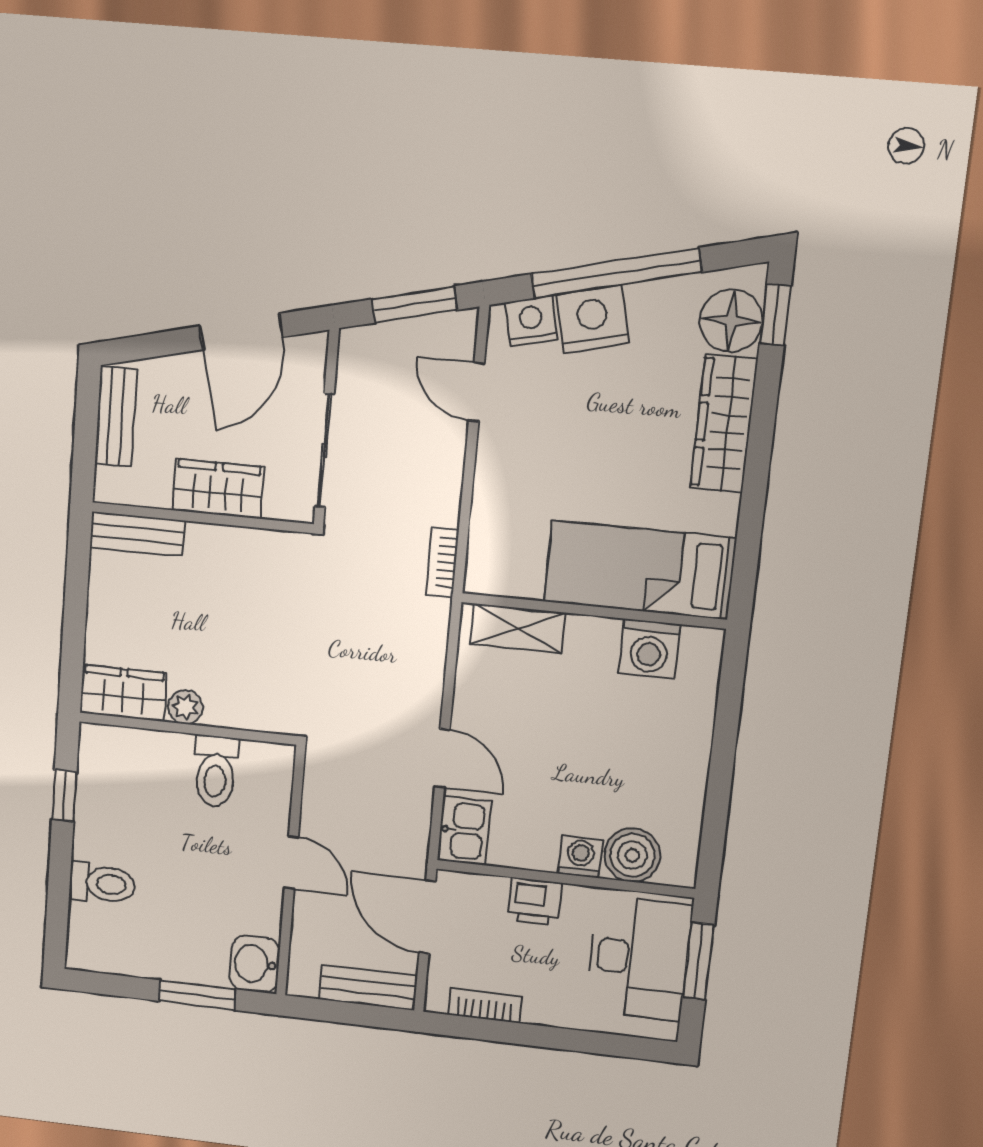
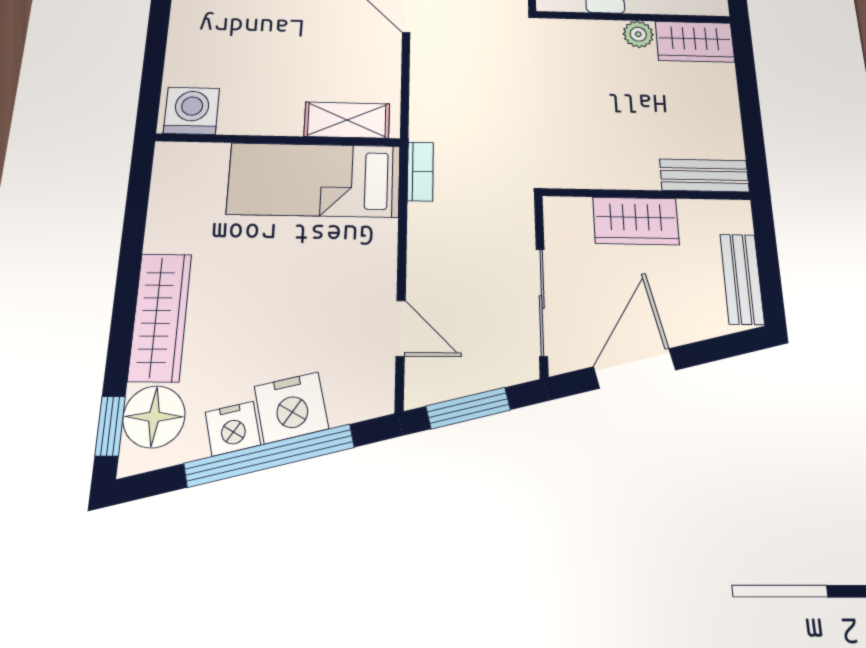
nightstand: (531, 321) -> (233, 429), moved
sliding door: (324, 450) -> (542, 302), moved
bed: (640, 570) -> (314, 180), moved, turned 180
washing machine: (649, 649) -> (192, 111), moved

